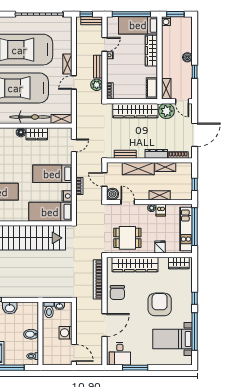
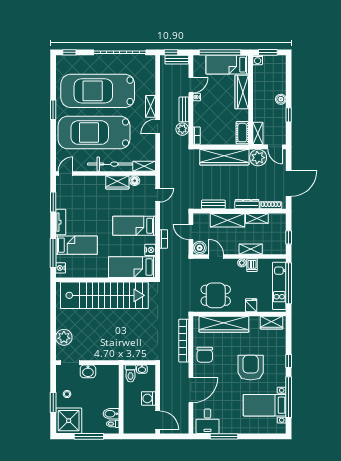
floor lamp: (21, 132) -> (135, 181), moved
bidet: (31, 334) -> (111, 414), moved

